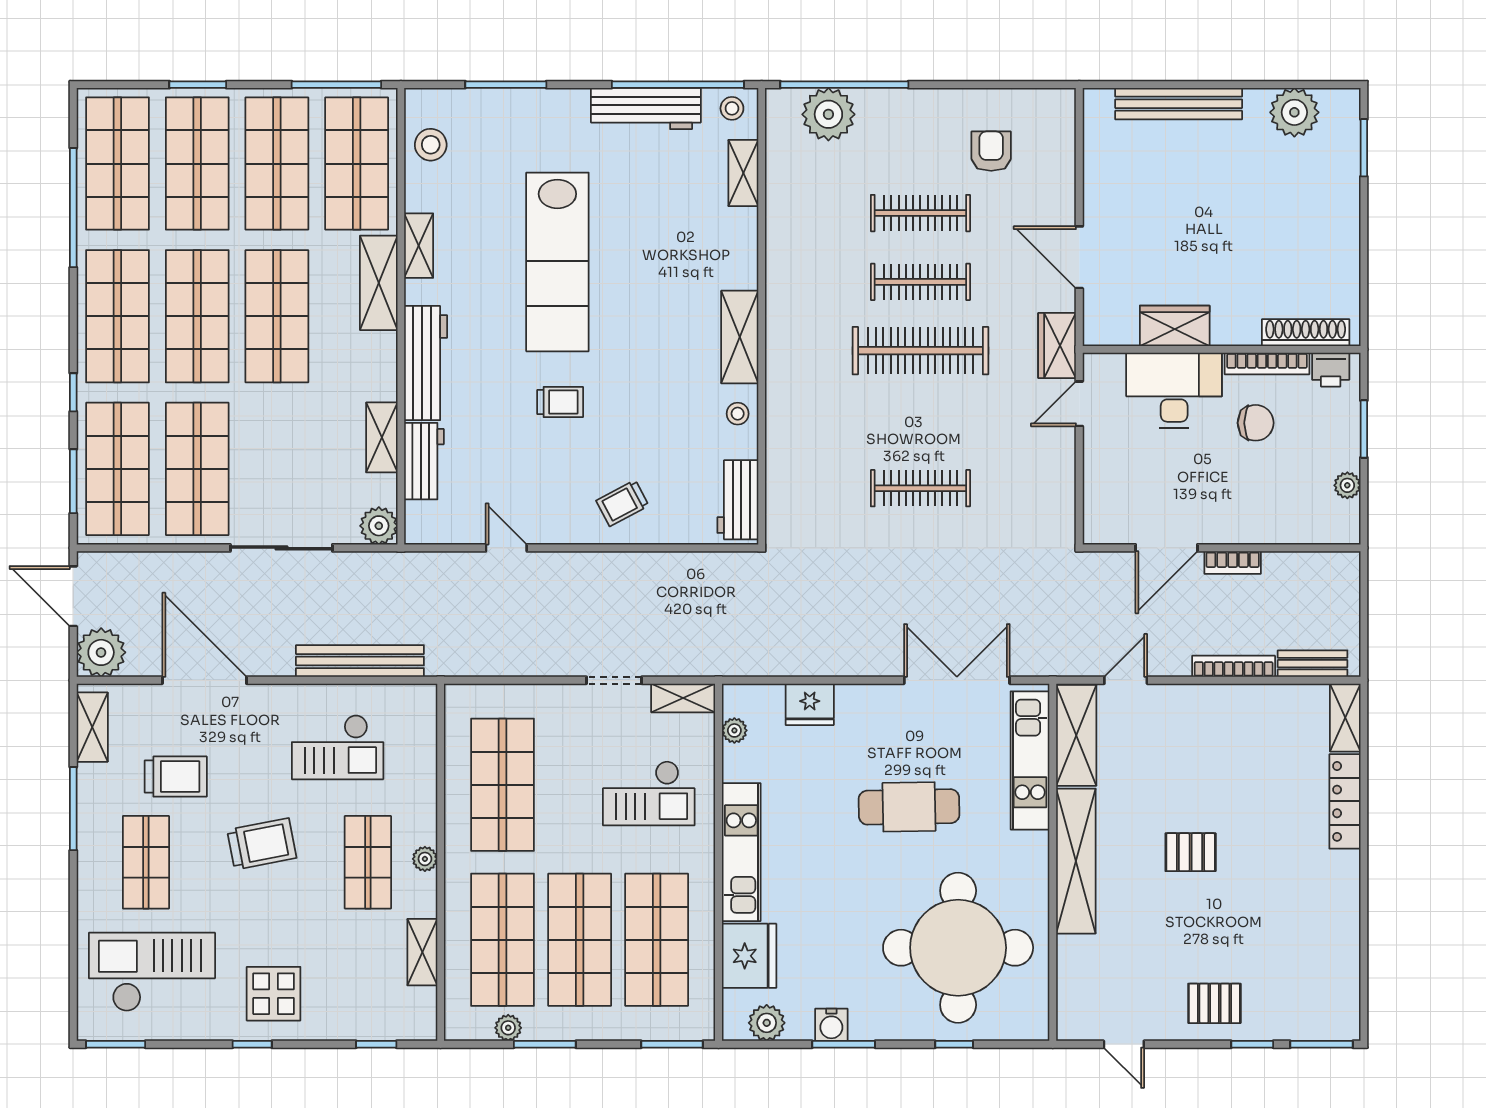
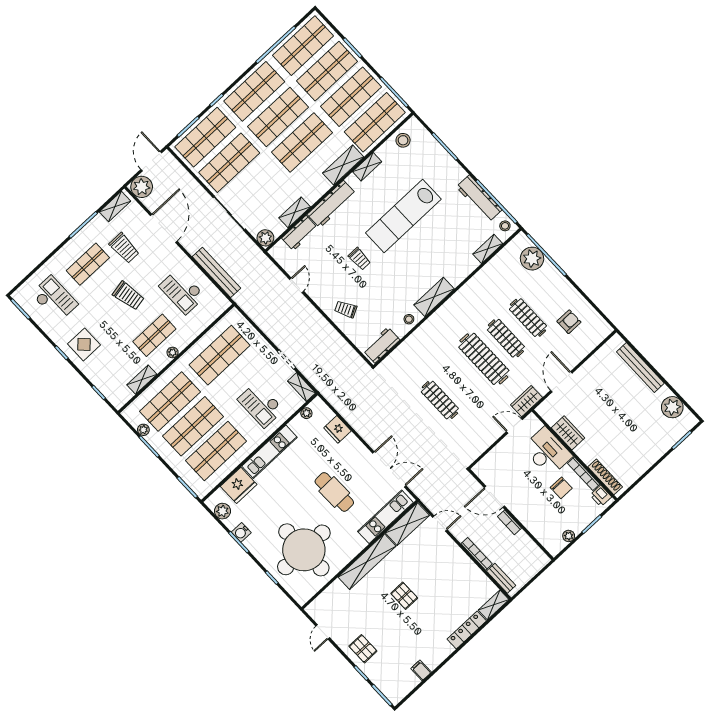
filing cabinet: (1341, 940) -> (421, 670), added
checkout: (152, 972) -> (55, 299), width x0.73, depth x0.83

